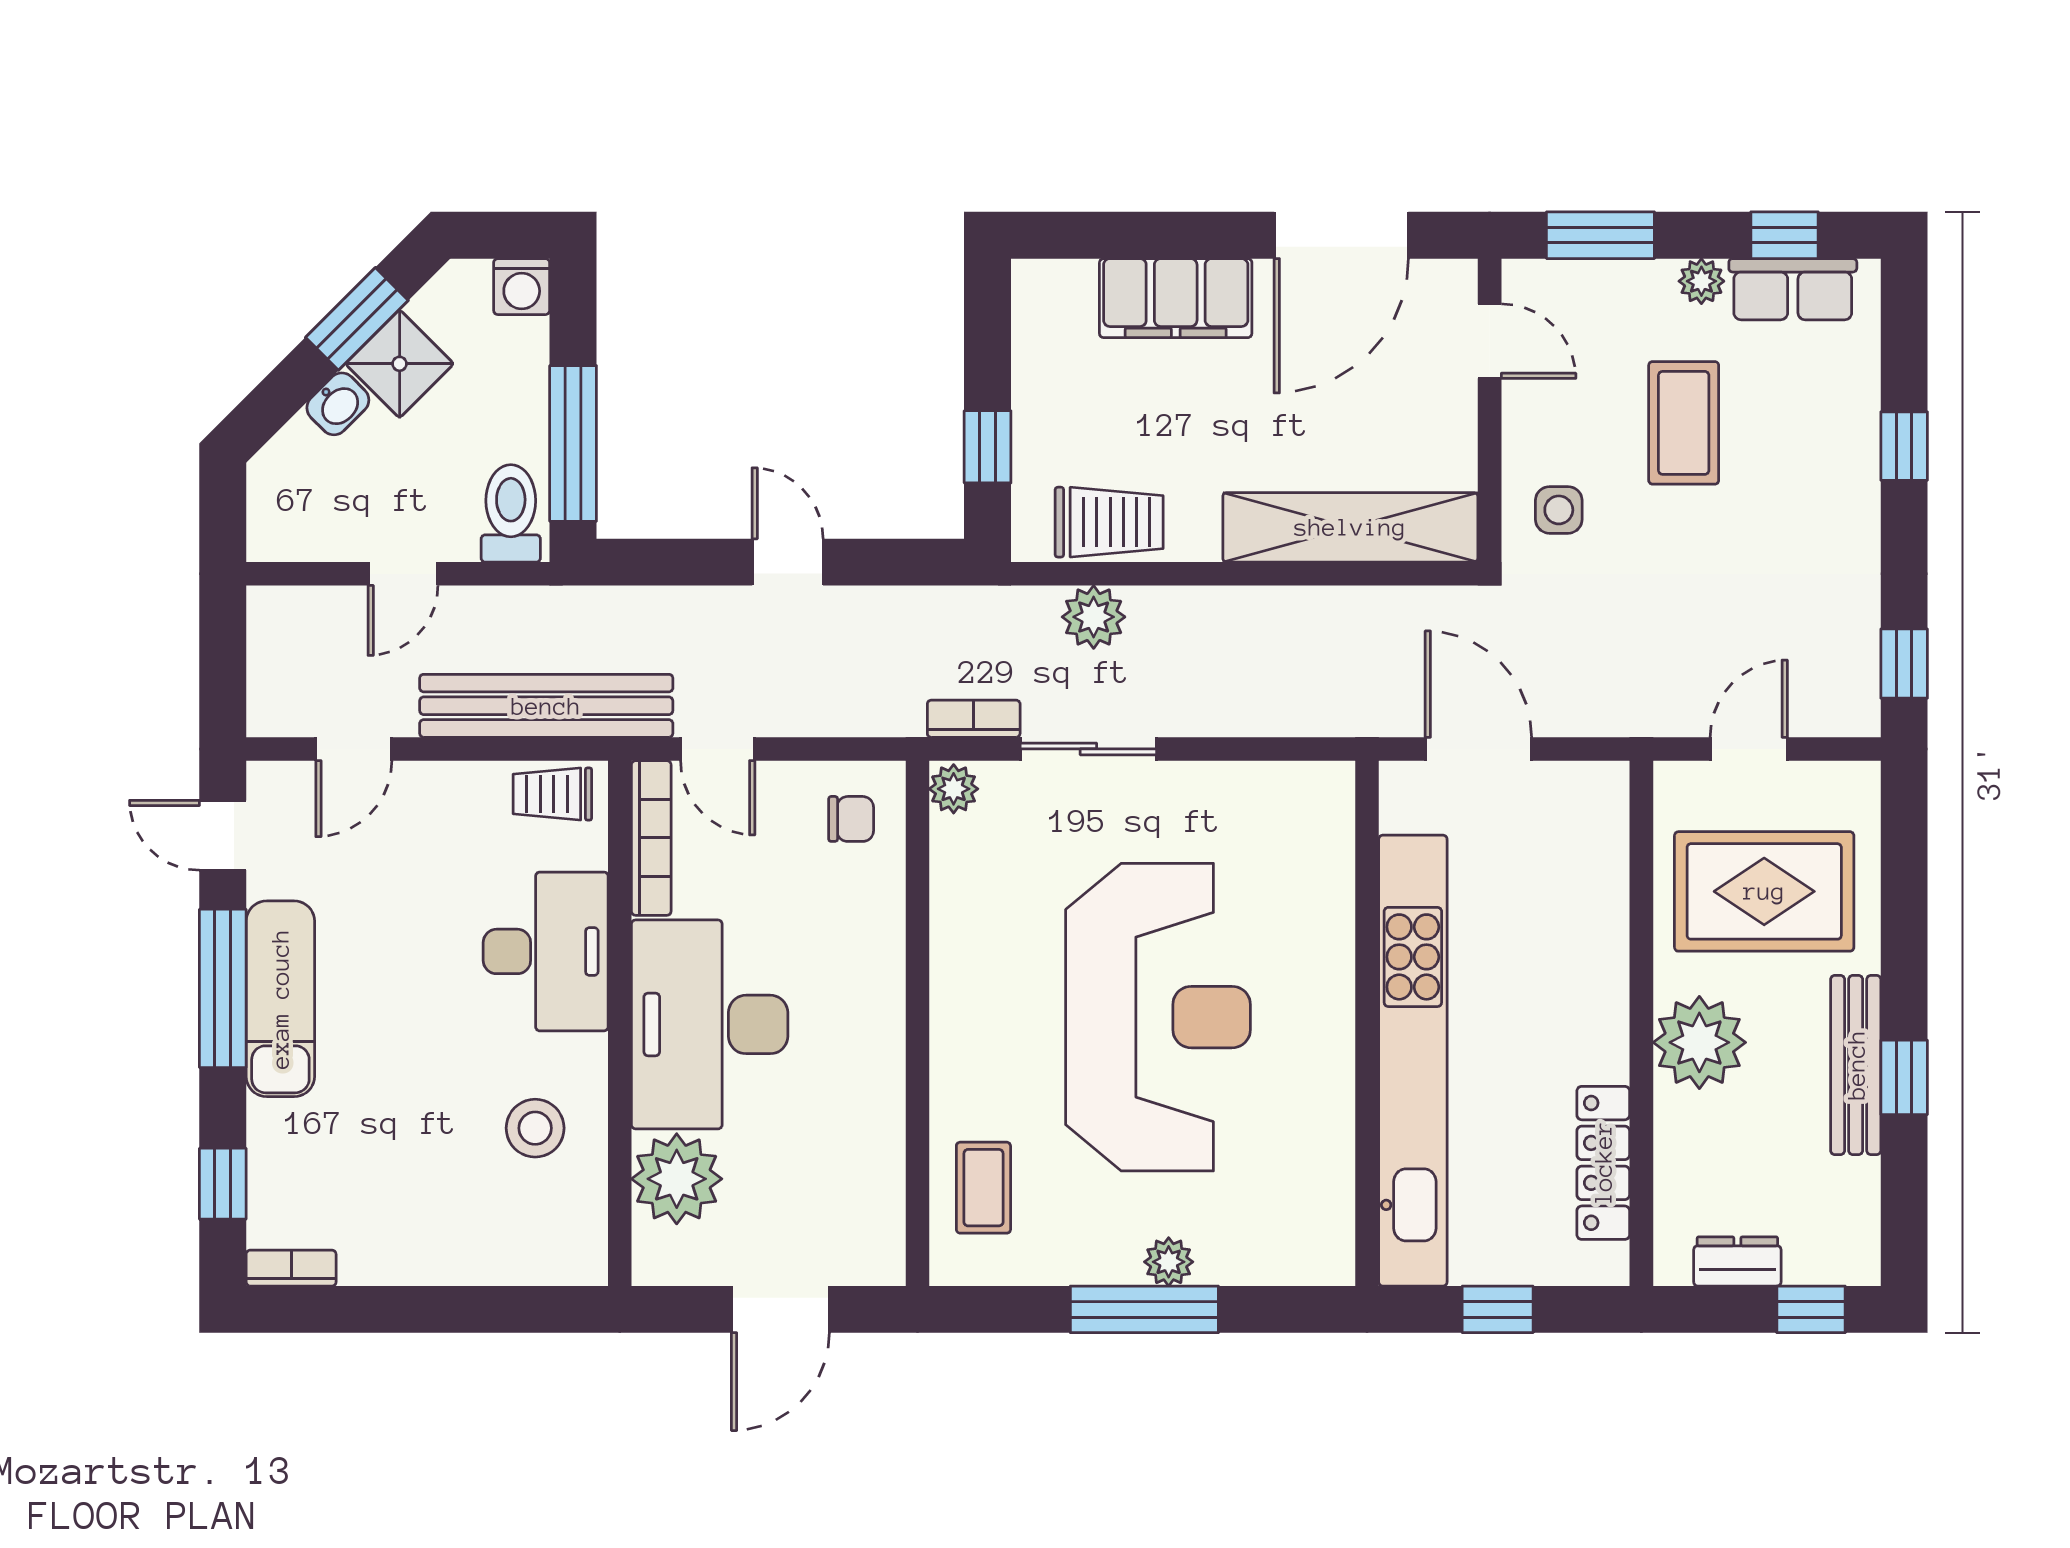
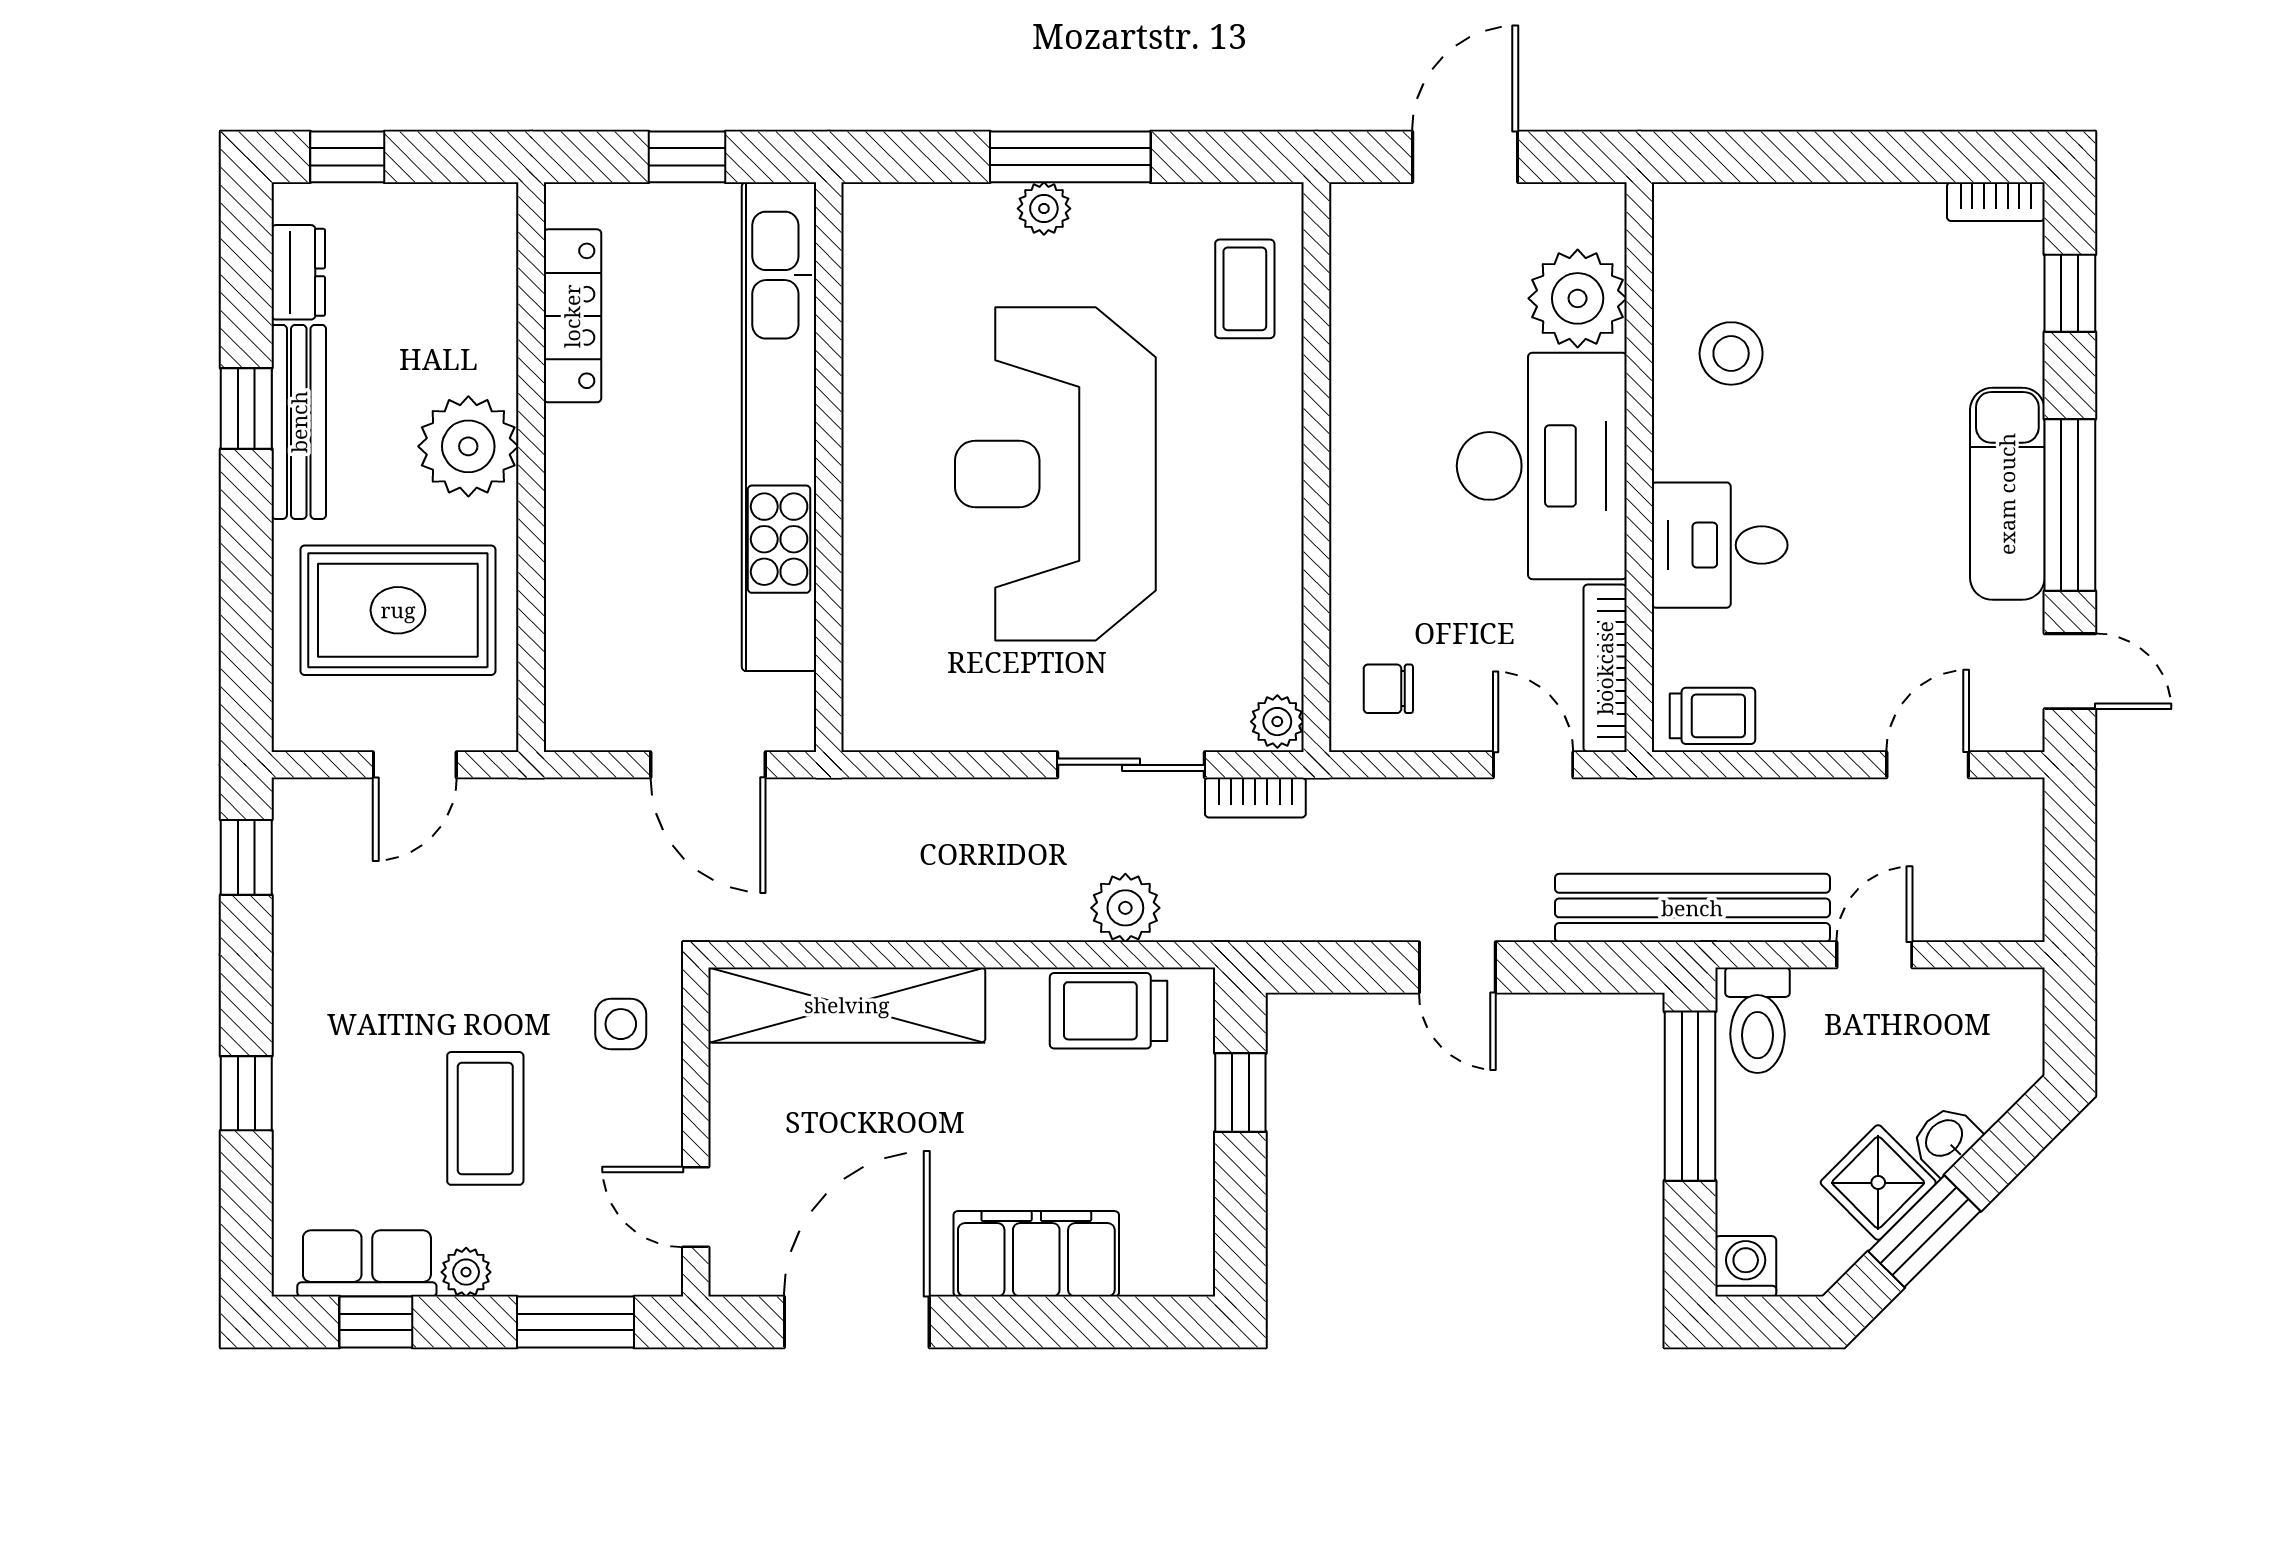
bench: (546, 706) -> (1692, 908), moved
desk: (546, 951) -> (1720, 545), width x0.73
dresser: (1737, 1261) -> (298, 272), moved, turned -90

